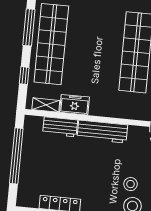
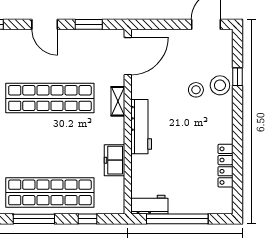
shelving: (46, 105) -> (118, 101), moved
workbench: (60, 127) -> (149, 205), moved, turned -90

